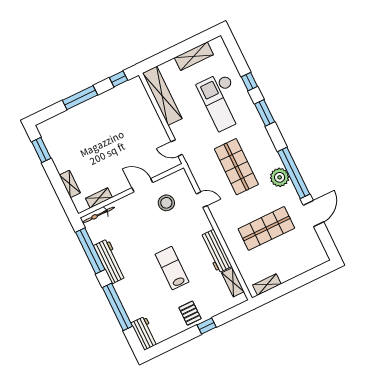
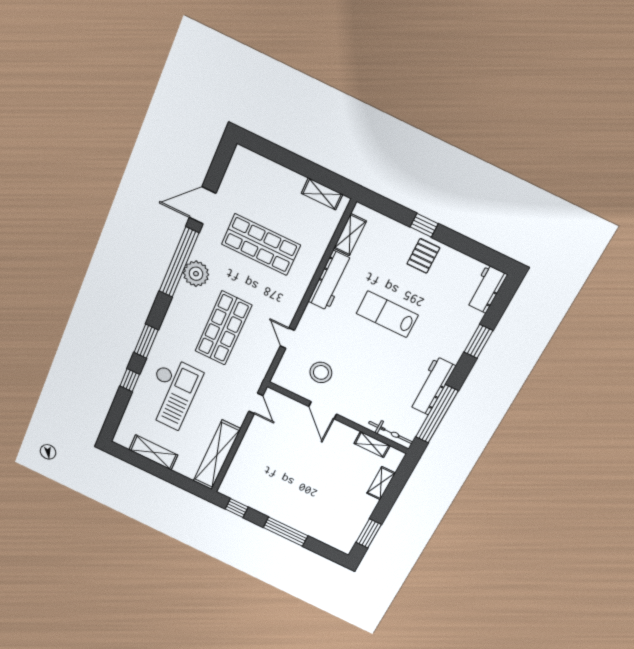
lab bench: (172, 268) -> (387, 314), turned 90
window: (117, 307) -> (478, 341), width x0.47

